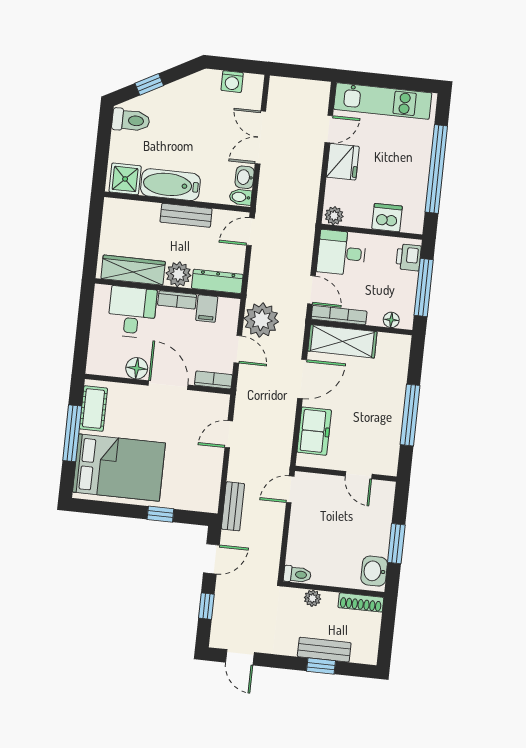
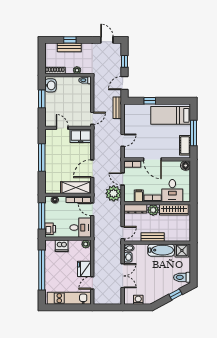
floor lamp: (137, 368) -> (186, 166), moved
freezer: (314, 431) -> (81, 136), moved, turned -90
bed: (119, 468) -> (171, 115), width x0.67

